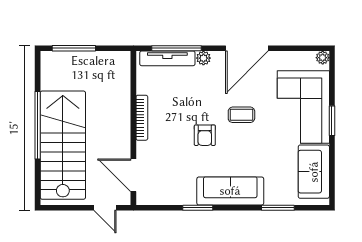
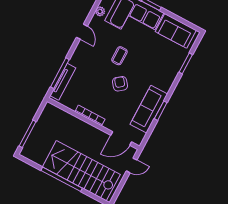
door: (247, 48) -> (82, 32), width x0.53
plant: (203, 58) -> (100, 11), moved
armchair: (205, 135) -> (120, 84), turned -128
sofa: (230, 191) -> (149, 109), moved

